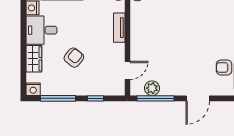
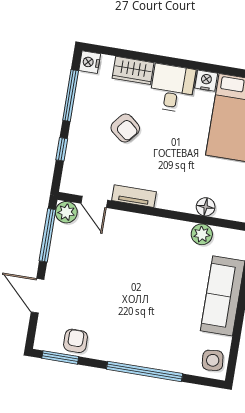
tv unit: (119, 28) -> (134, 196), moved
plant: (152, 88) -> (66, 212), moved

